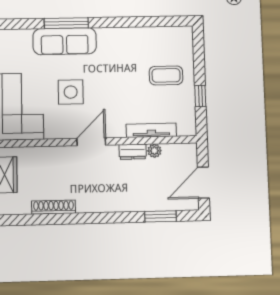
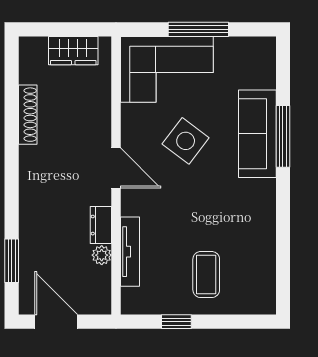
side table: (71, 92) -> (186, 141), turned 37

